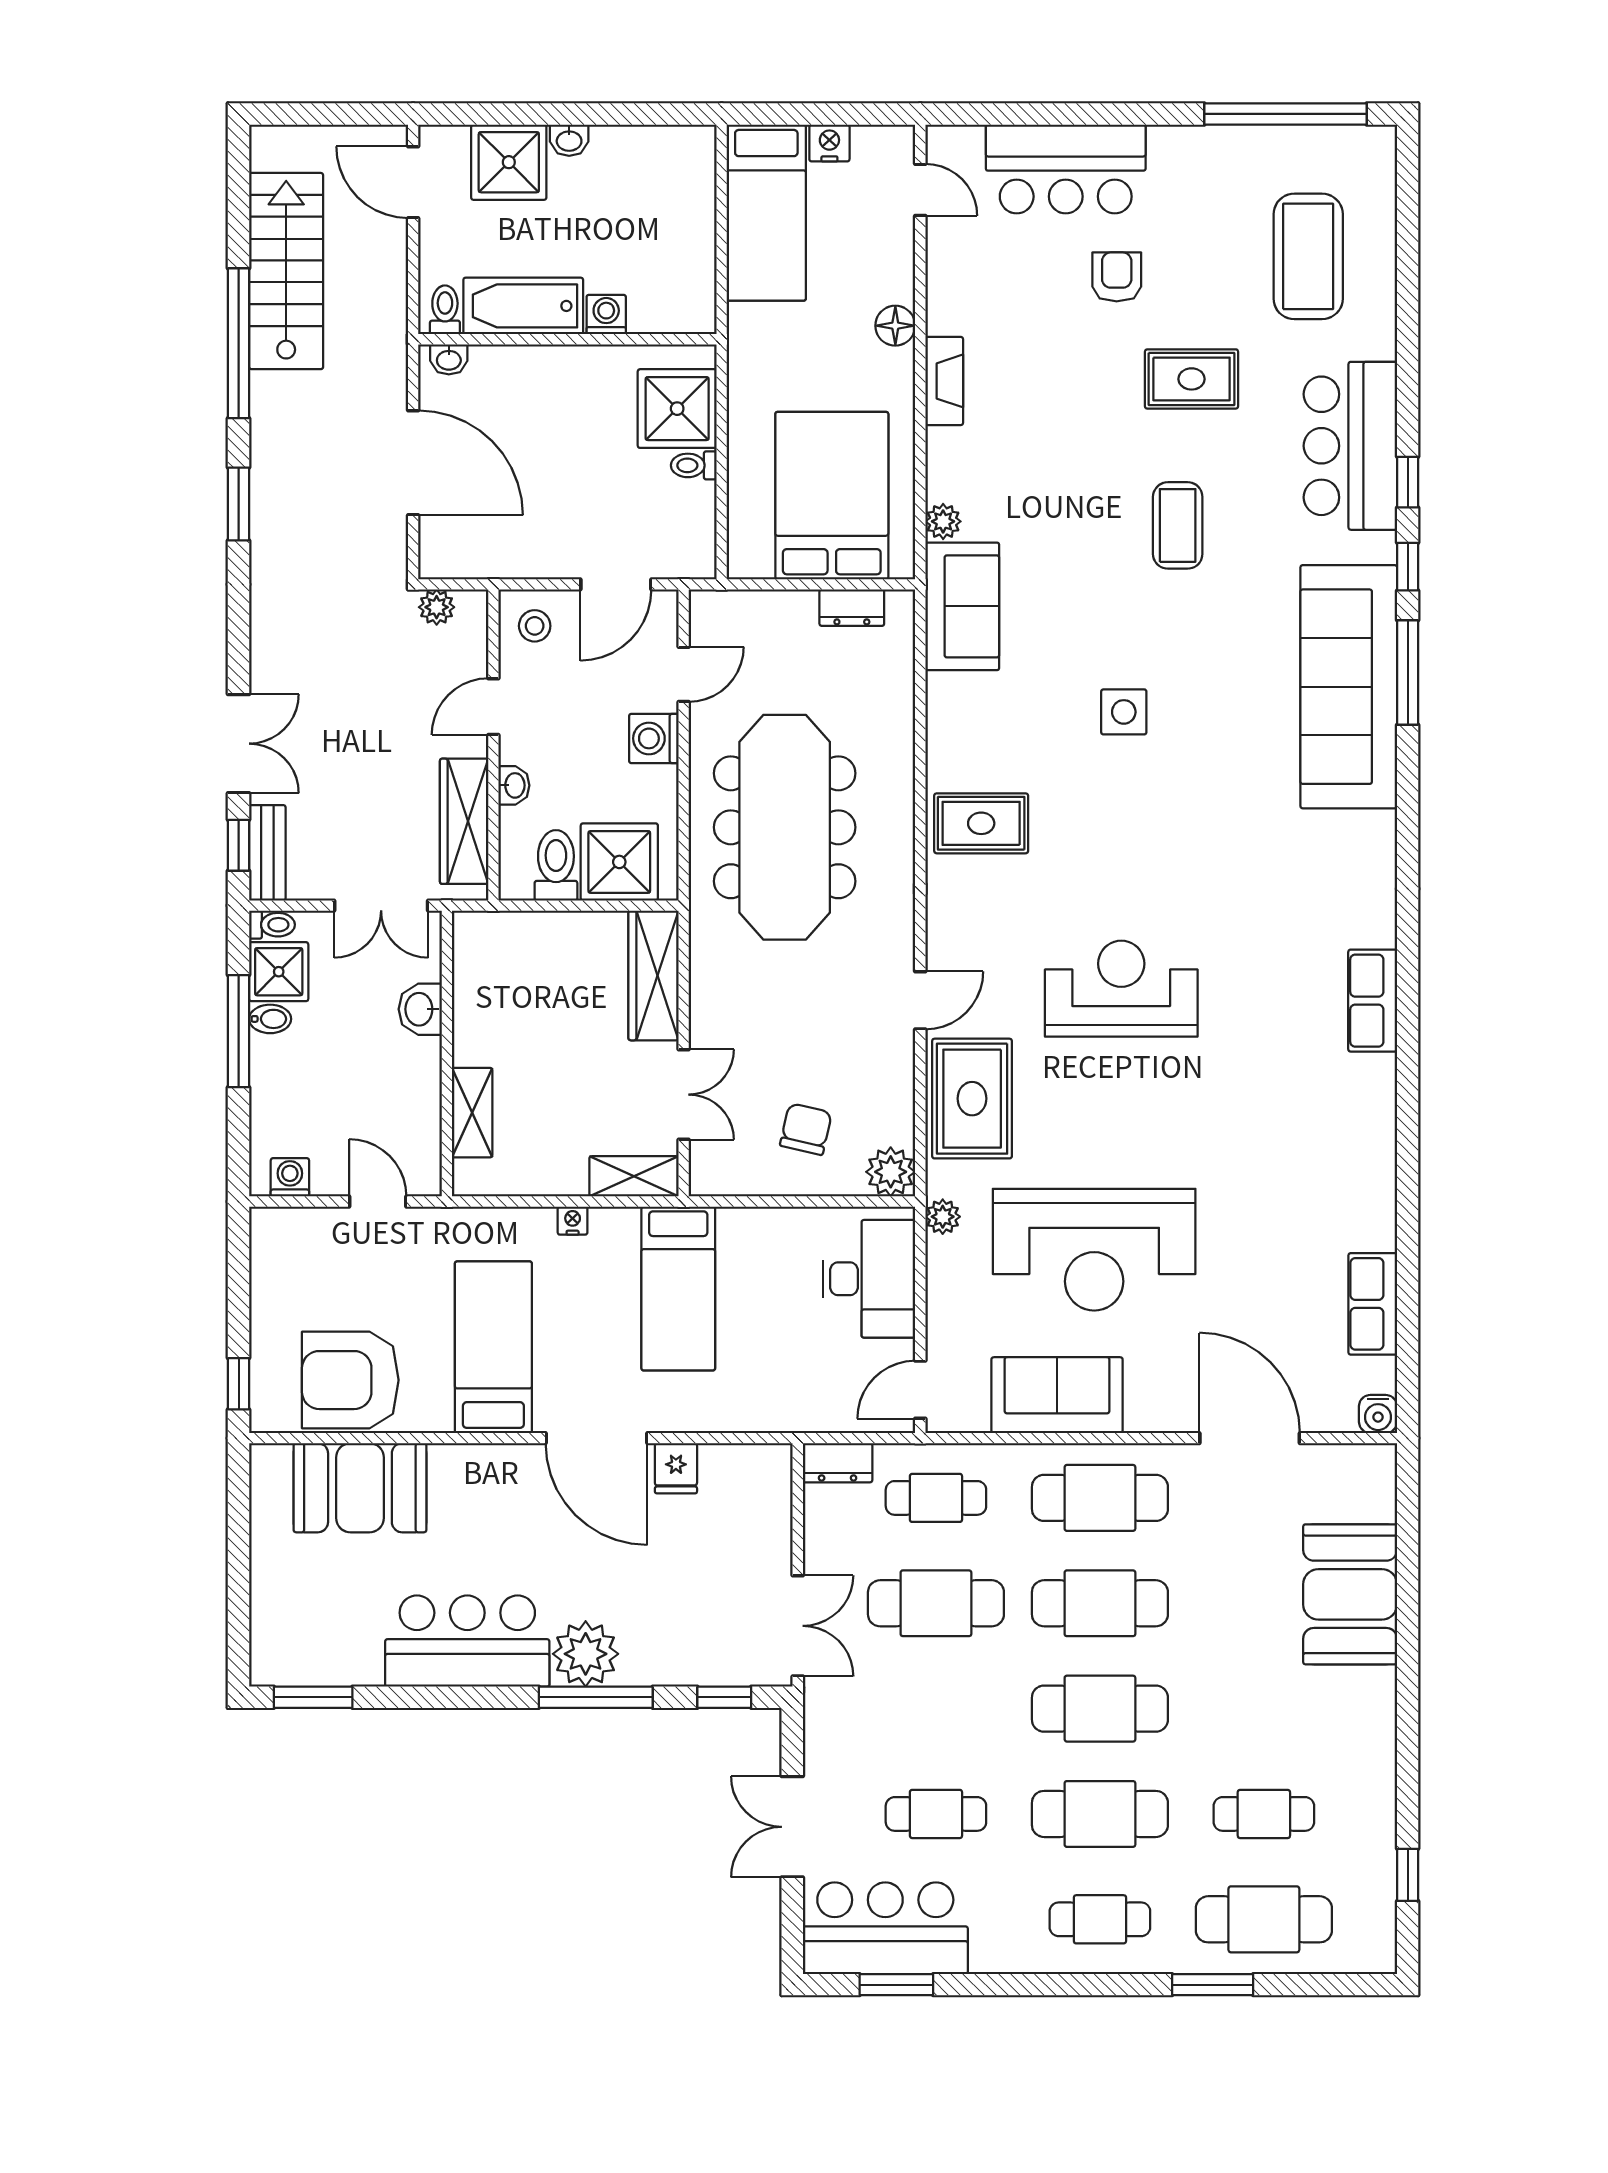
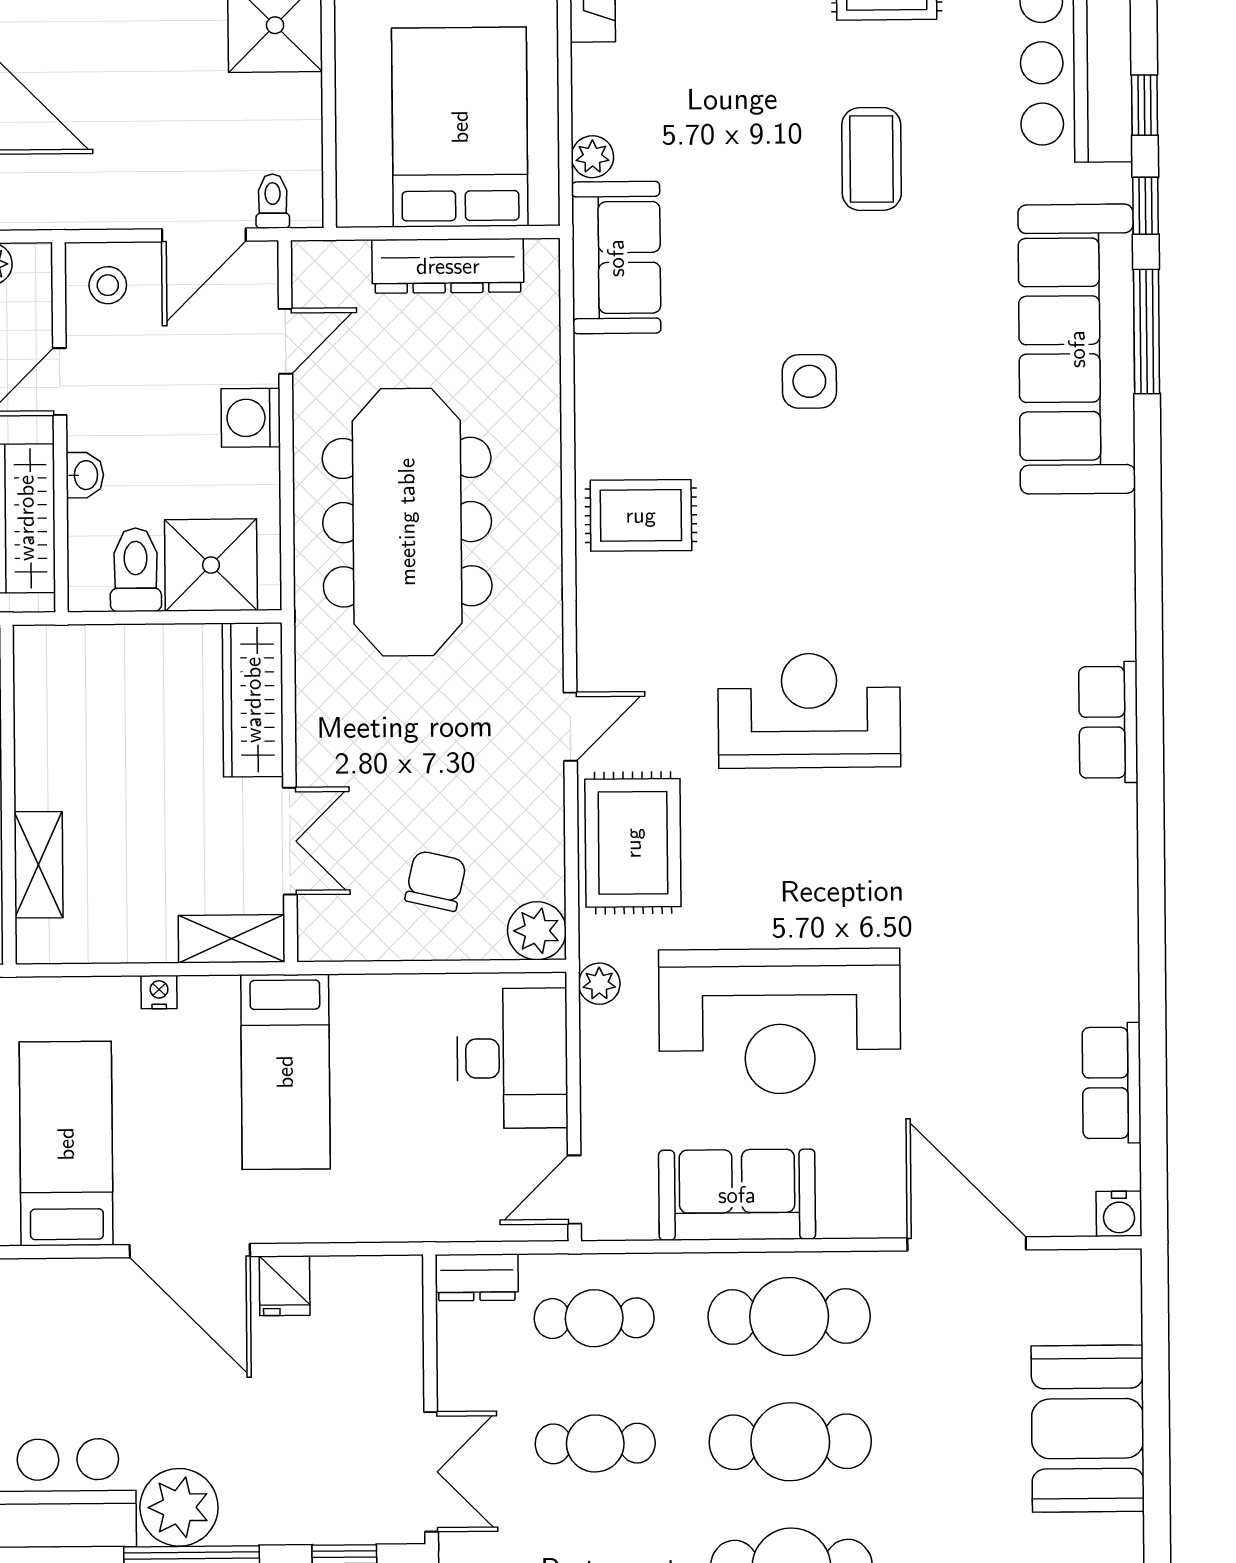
toilet: (694, 465) -> (273, 201), moved, turned 90
dresser: (852, 608) -> (448, 266), width x1.96, depth x1.24
cafe table: (936, 1603) -> (595, 1443), width x0.73, depth x0.74

